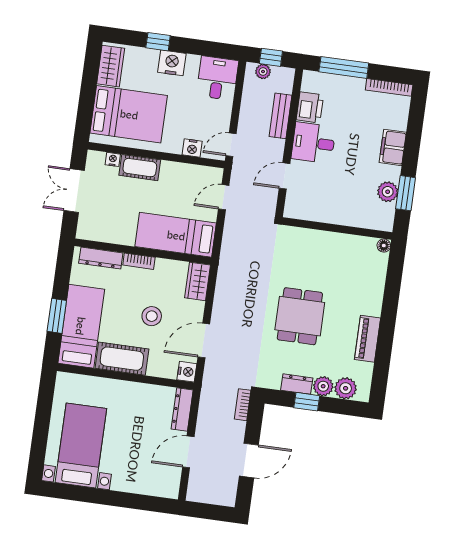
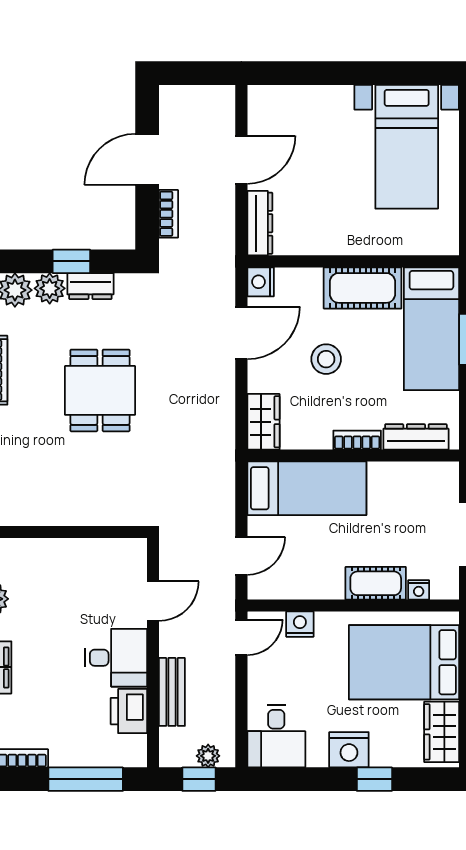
bookcase: (243, 405) -> (169, 214), moved

